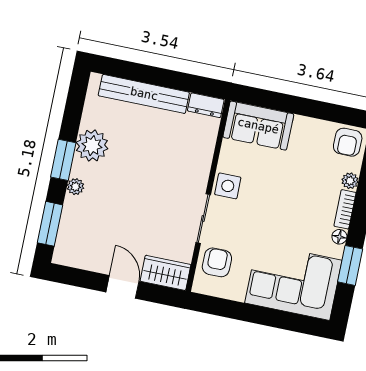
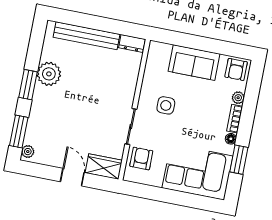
sofa: (258, 126) -> (194, 63), moved
side table: (228, 186) -> (166, 105), moved
plant: (75, 187) -> (28, 152), moved

